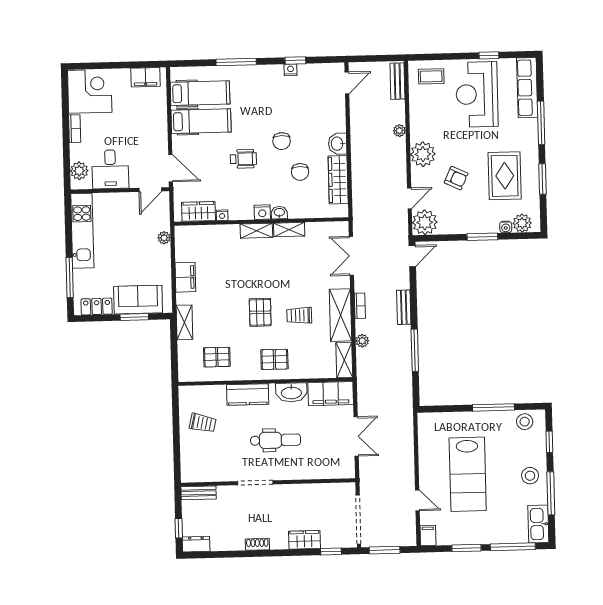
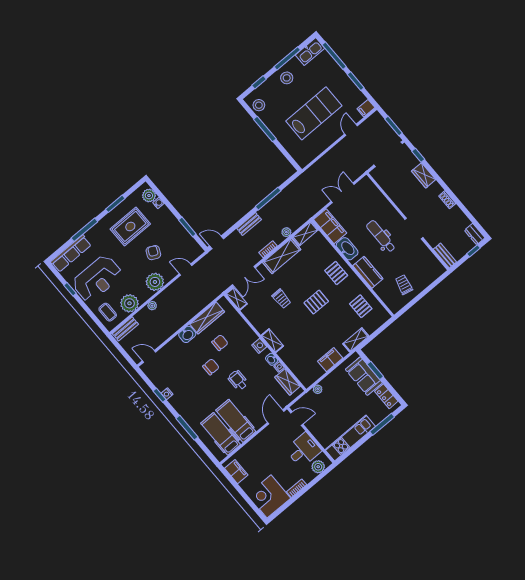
washbasin: (279, 213) -> (272, 359), moved
plant: (425, 222) -> (129, 303), moved
shelving: (289, 230) -> (237, 299), moved
window: (482, 237) -> (187, 227), moved
trolley: (299, 315) -> (281, 299), moved

